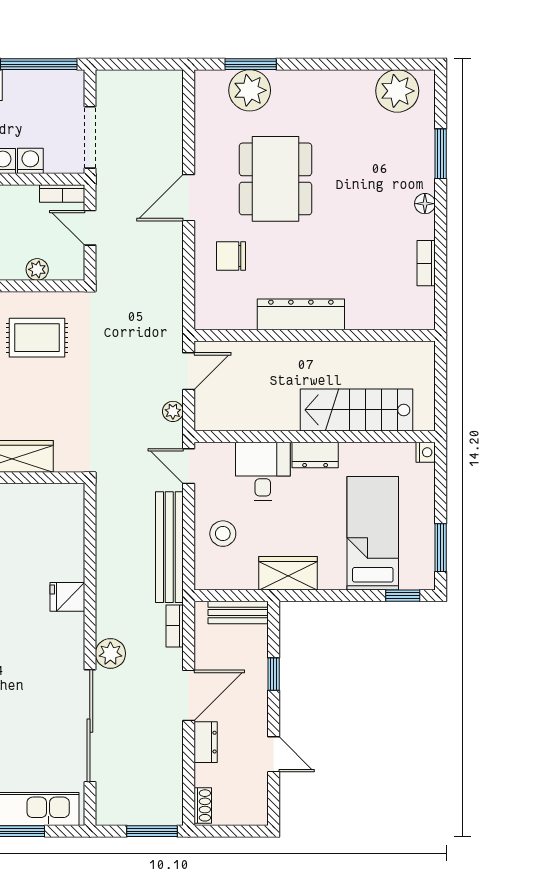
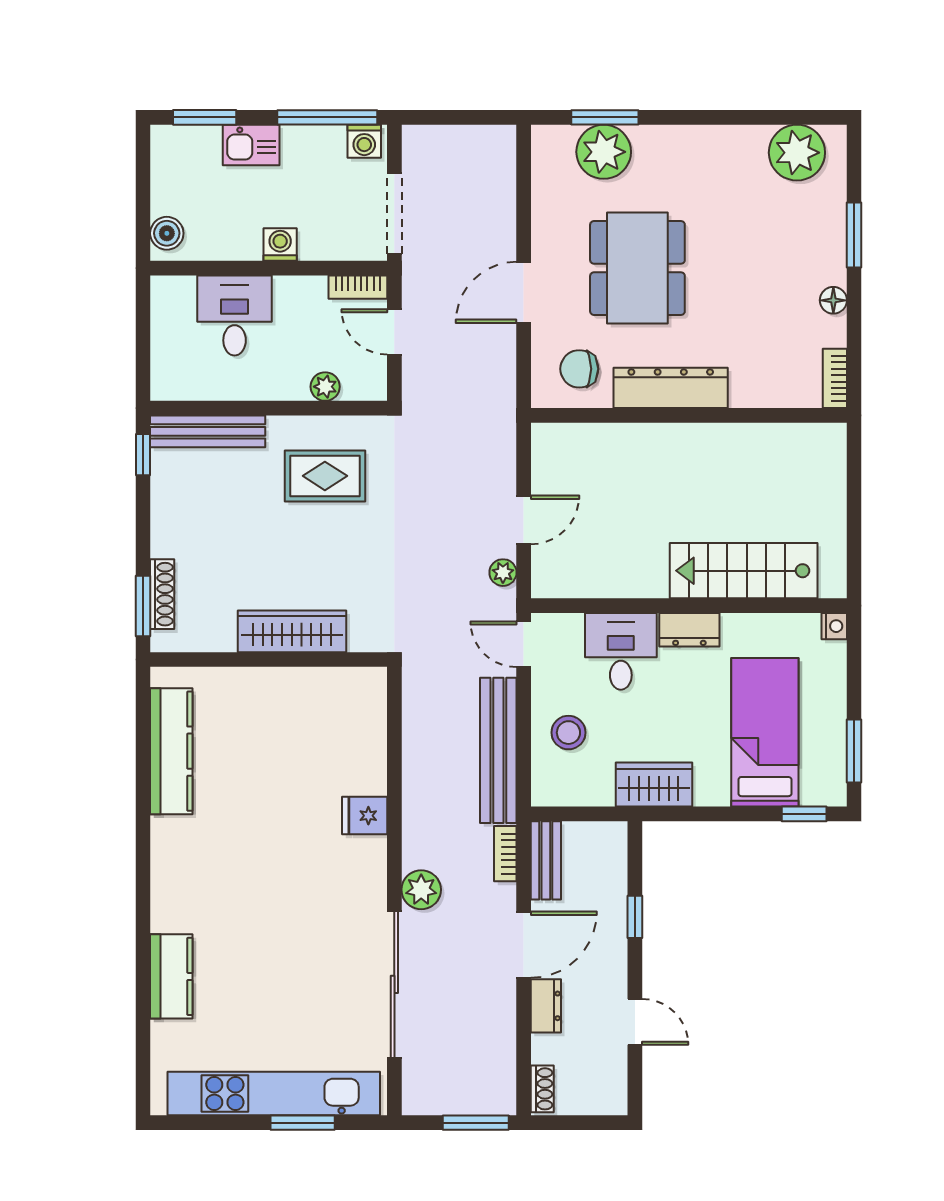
washing machine: (30, 161) -> (364, 141), moved, turned 180
dresser: (301, 314) -> (671, 388), moved
wall: (315, 335) -> (689, 415), moved
bench: (238, 613) -> (546, 860), moved, turned 90

